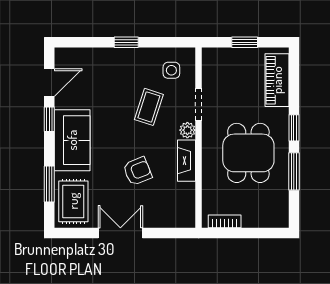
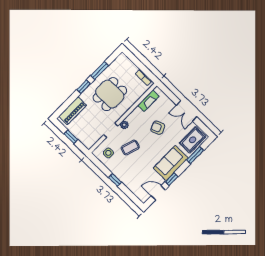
fireplace: (187, 161) -> (148, 101), moved

